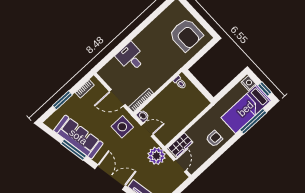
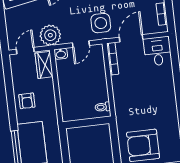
desk: (131, 57) -> (158, 51), moved, turned -90
washbasin: (143, 116) -> (61, 54), moved
door: (180, 165) -> (25, 51), swing flipped

